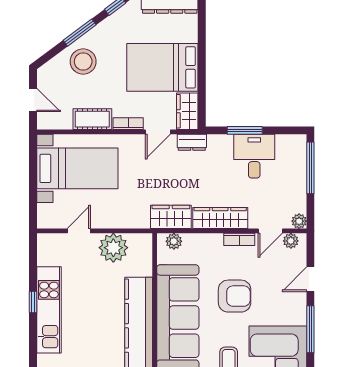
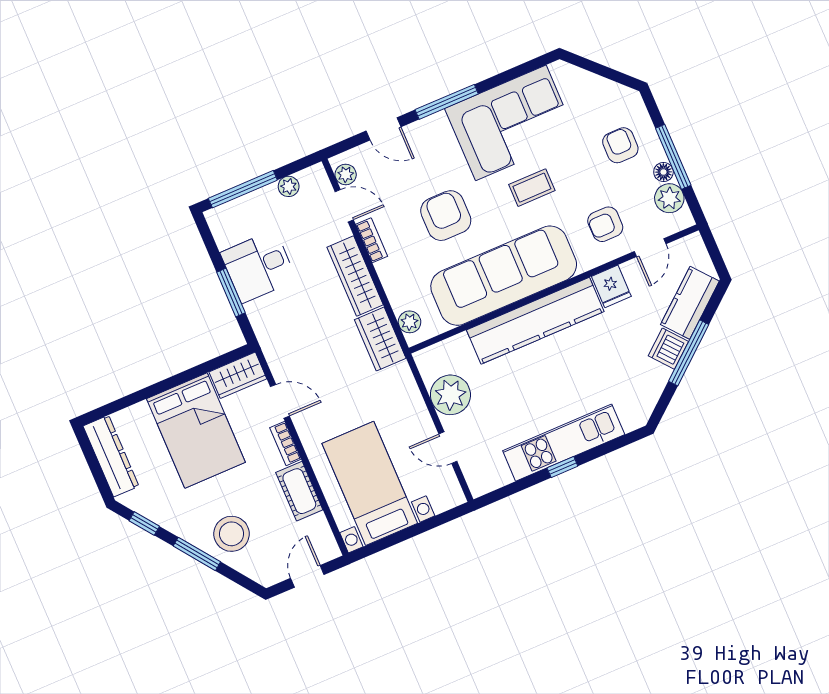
dresser: (192, 142) -> (275, 353), removed
plant: (299, 221) -> (289, 186), moved

